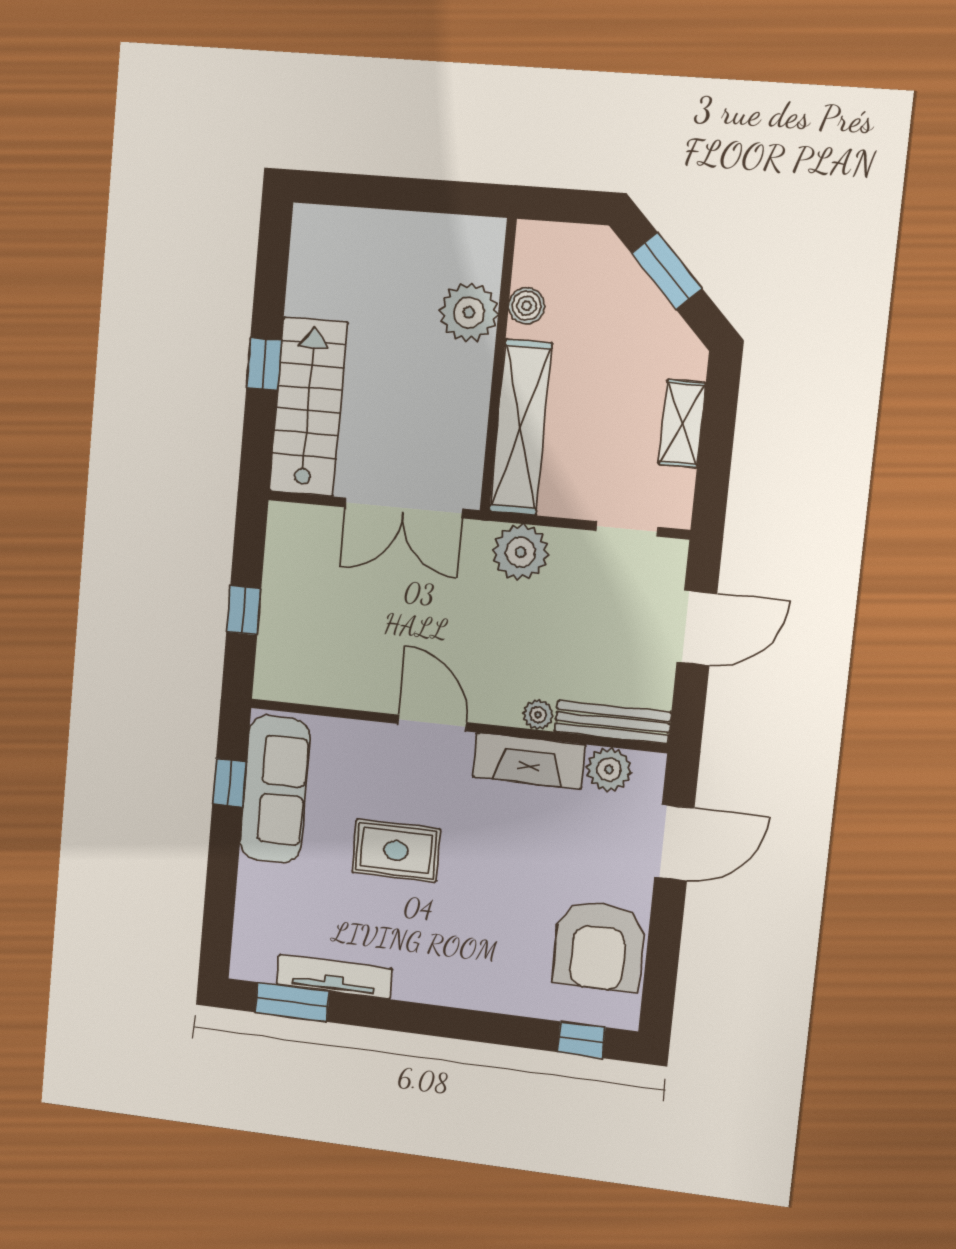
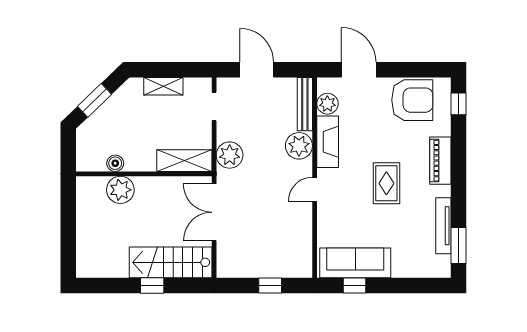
shelving: (521, 427) -> (184, 161), width x0.68
double door: (404, 508) -> (214, 212), swing flipped
plant: (538, 715) -> (299, 146), width x1.87, depth x1.87
door: (432, 723) -> (315, 189), width x0.73
rug: (396, 851) -> (386, 183), moved
piano: (467, 988) -> (440, 161), added

